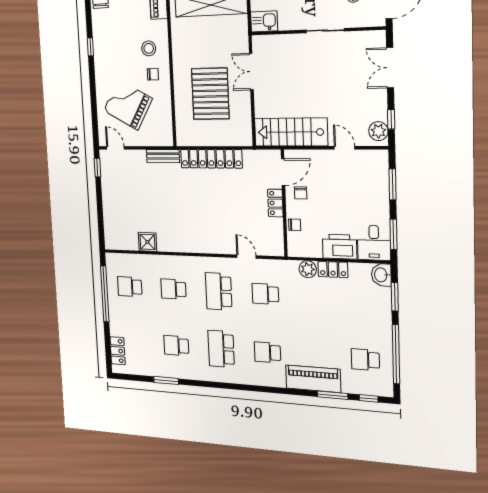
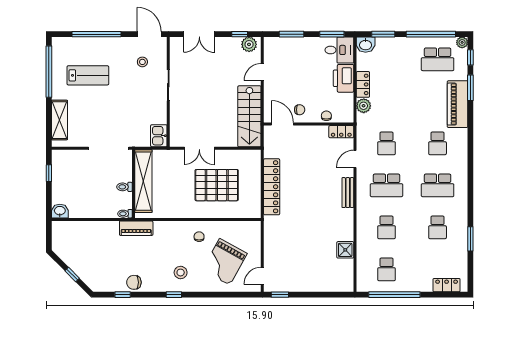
stool: (149, 48) -> (181, 273), moved
bench: (163, 156) -> (348, 193), moved
locker: (275, 203) -> (341, 132), moved
school desk: (365, 360) -> (438, 59), width x1.85
plant: (387, 390) -> (462, 42), added

